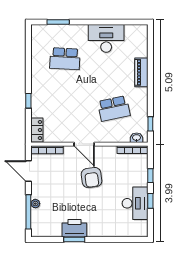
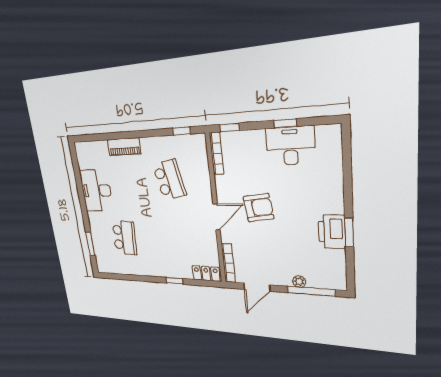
washbasin: (137, 138) -> (201, 149), removed
window: (150, 176) -> (230, 127), moved

